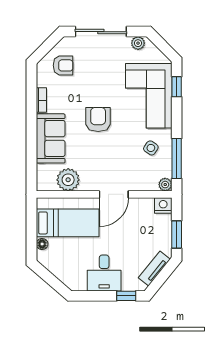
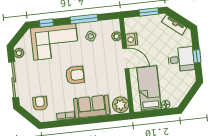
armchair: (98, 119) -> (75, 75), turned 180
window: (177, 158) -> (84, 19), moved
plant: (68, 180) -> (121, 105), moved
plant: (165, 185) -> (116, 36), moved
nightstand: (163, 205) -> (132, 40), moved
window: (126, 296) -> (197, 56), moved

